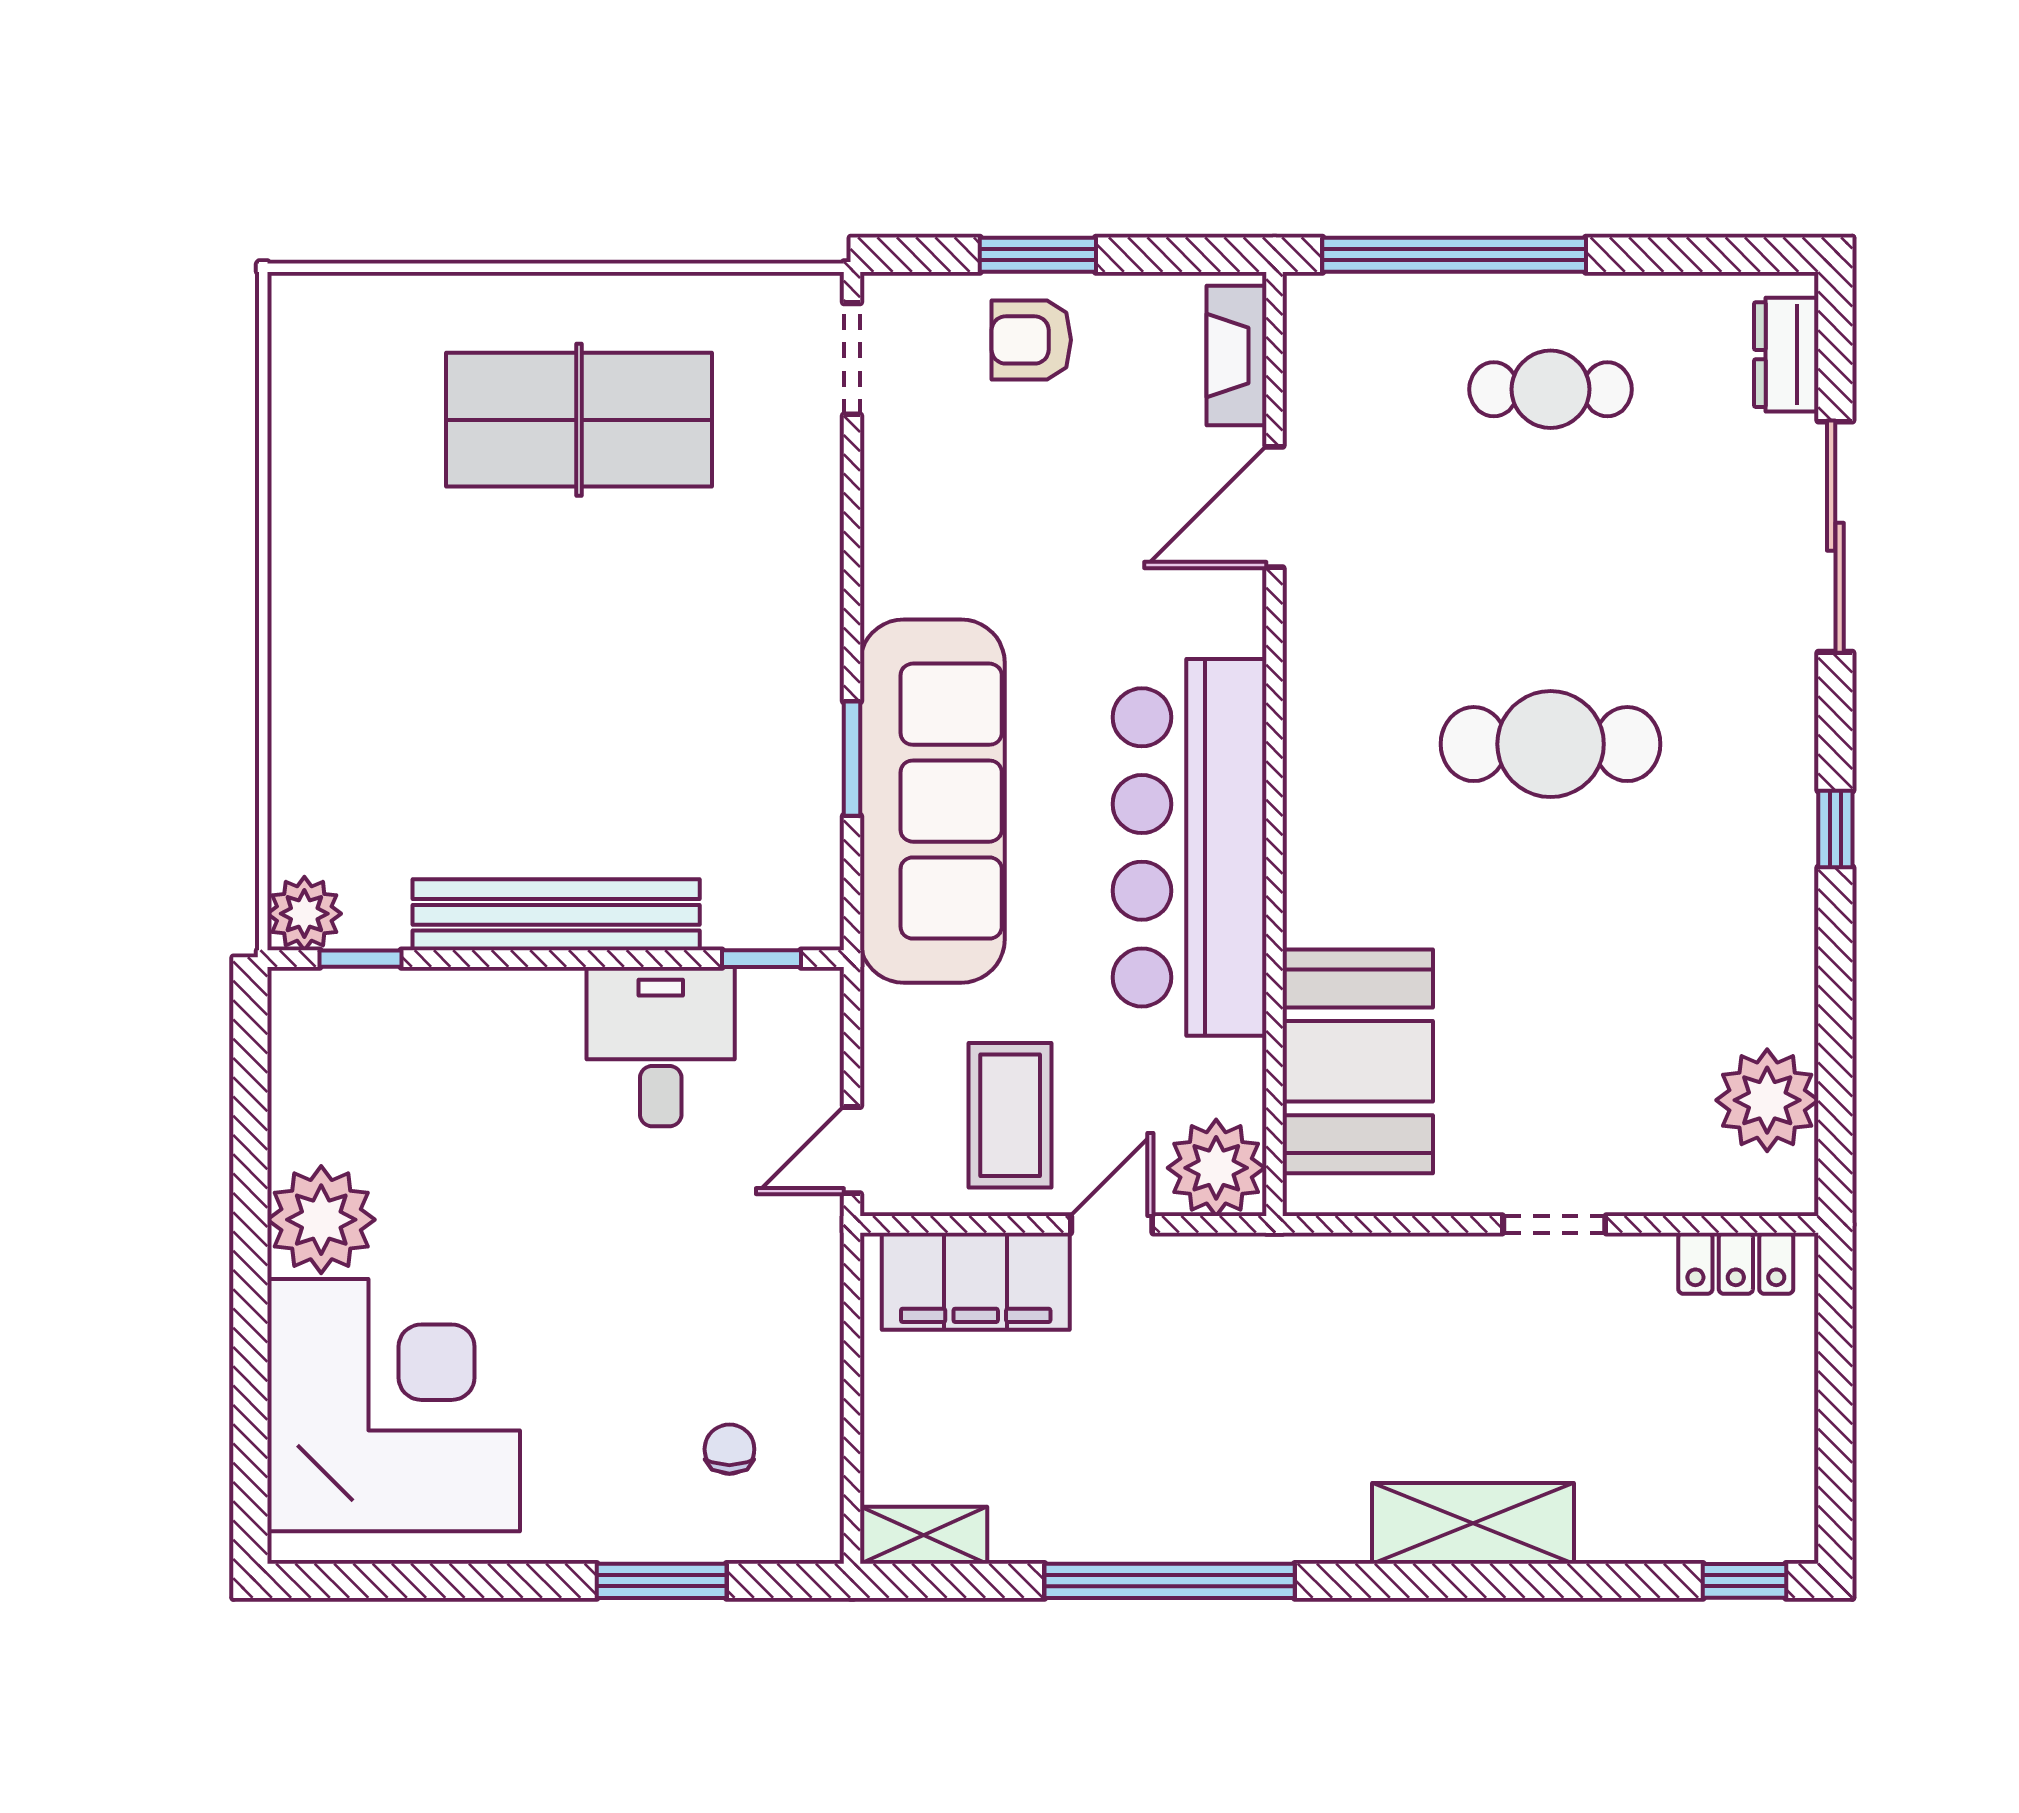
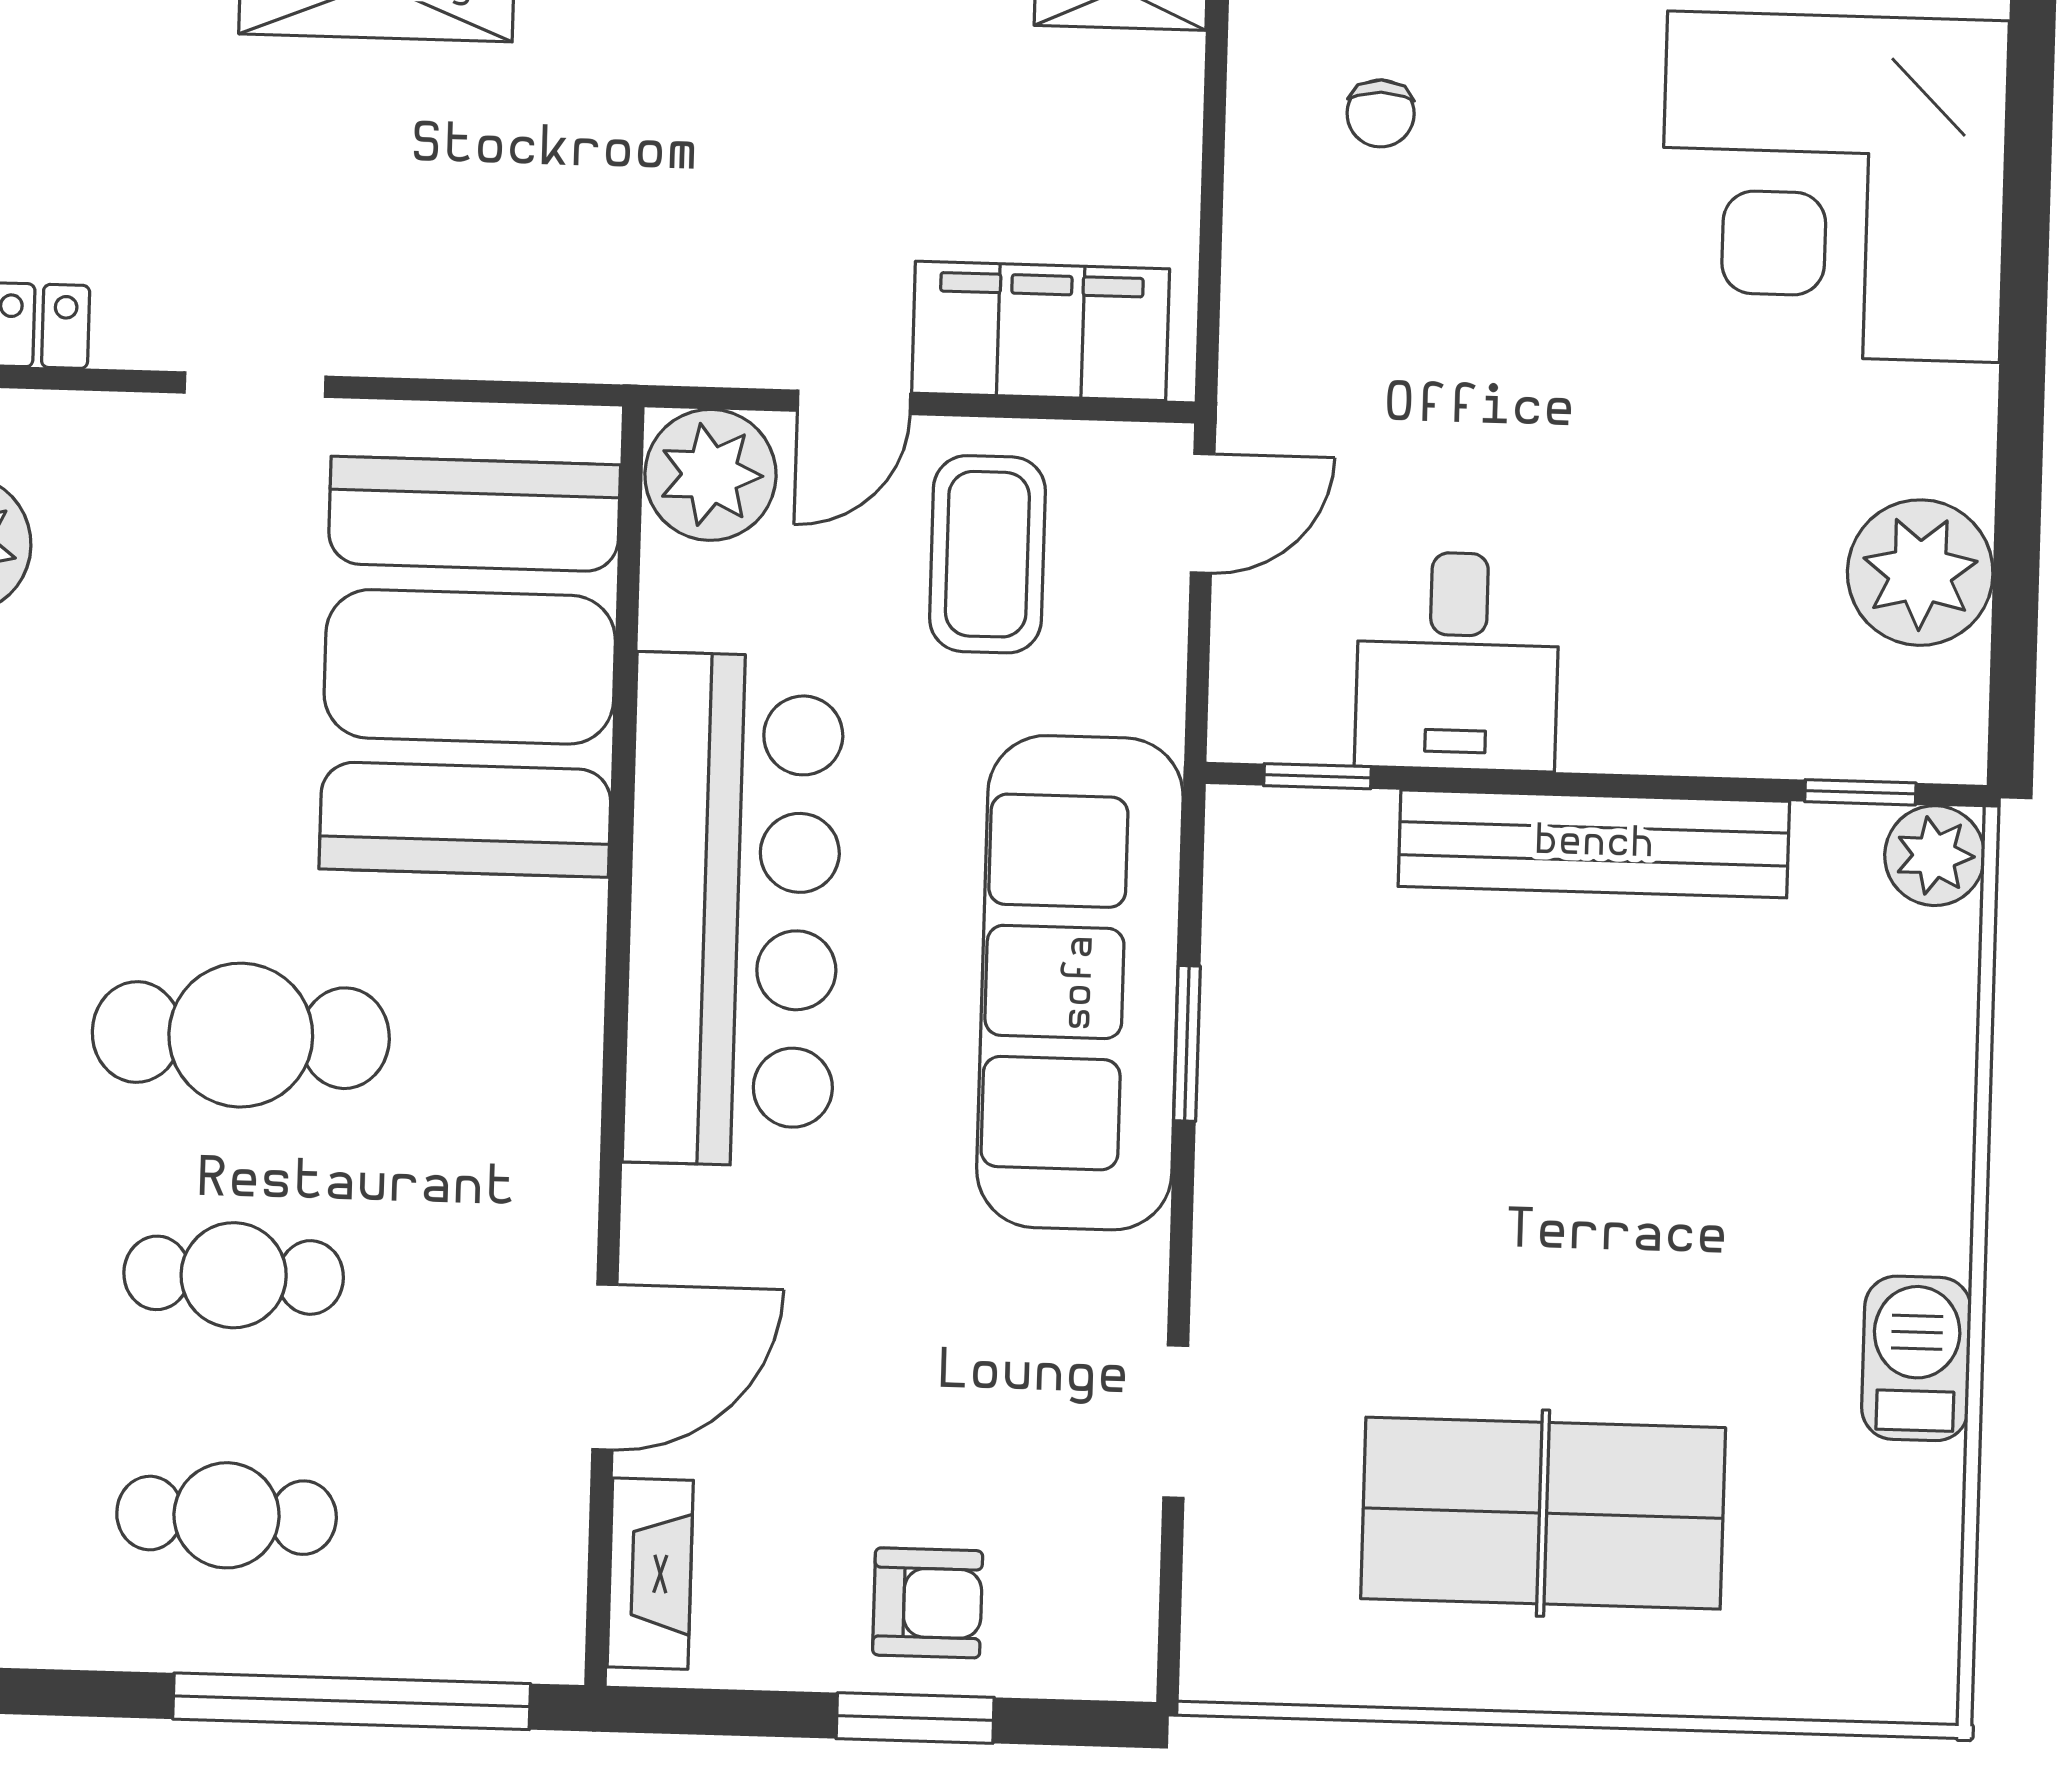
doorway: (852, 359) -> (1176, 1422), moved
barbecue: (307, 542) -> (1916, 1358), added
cafe table: (1551, 567) -> (234, 1275), added
booth: (1358, 1061) -> (470, 667), width x1.36, depth x1.42
plant: (321, 1220) -> (1920, 573), moved

